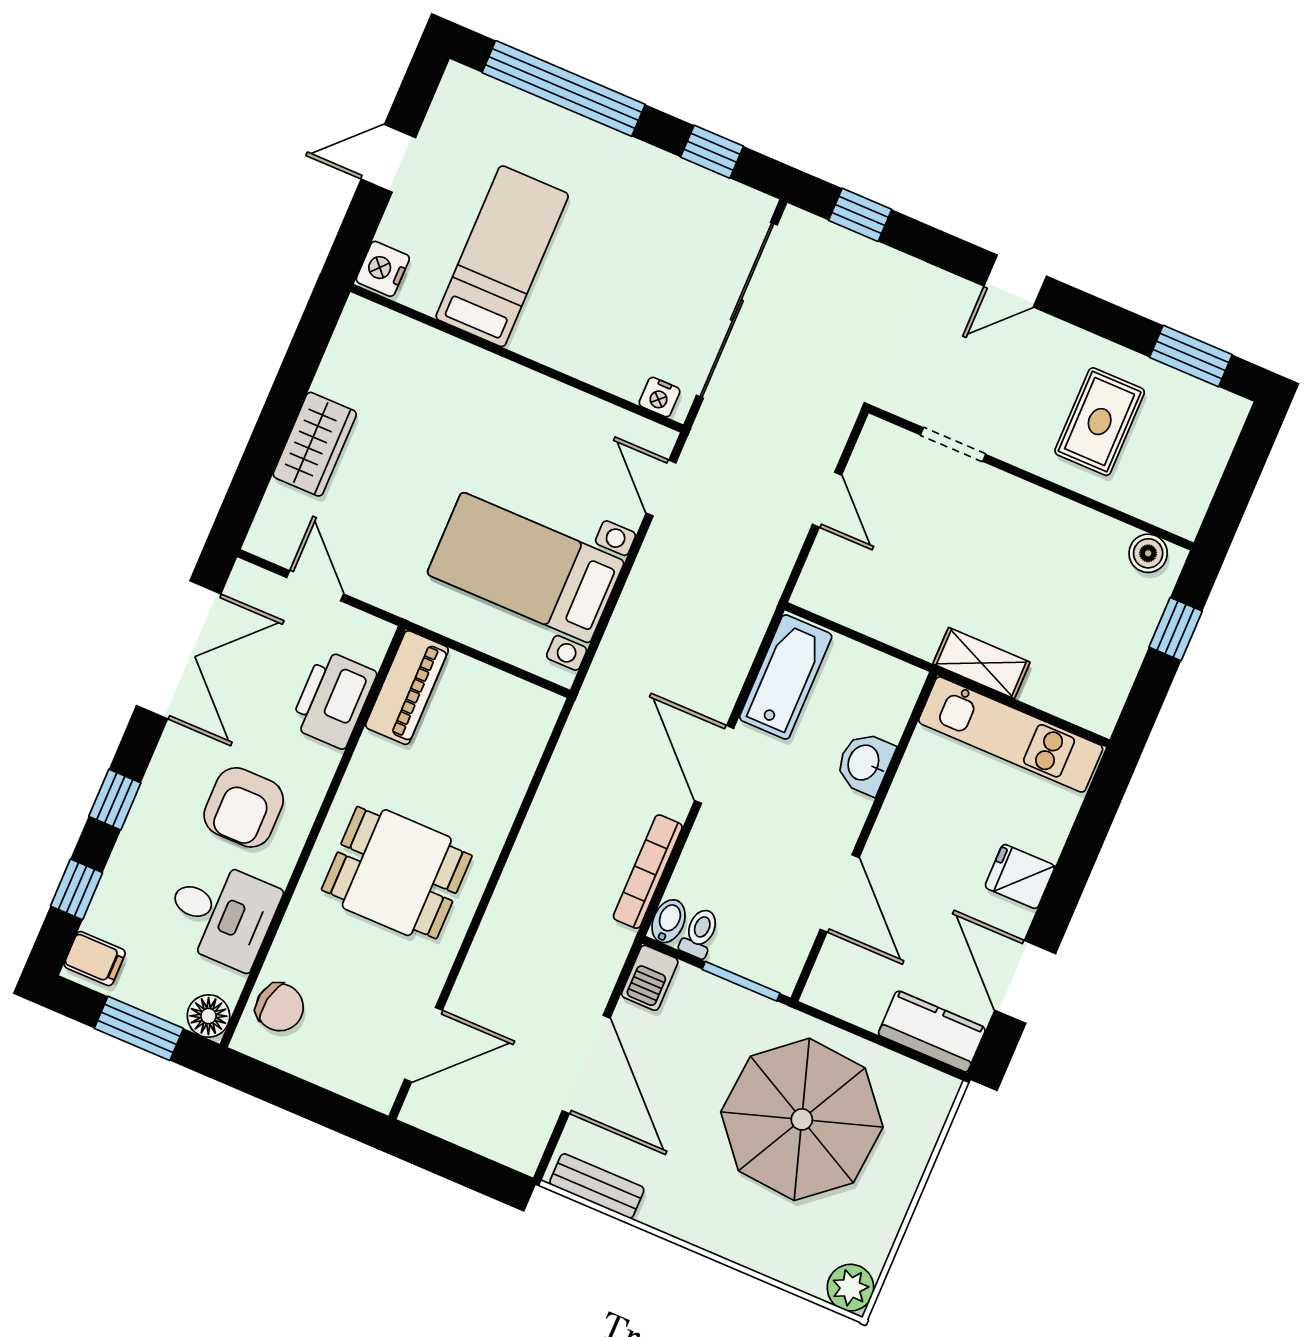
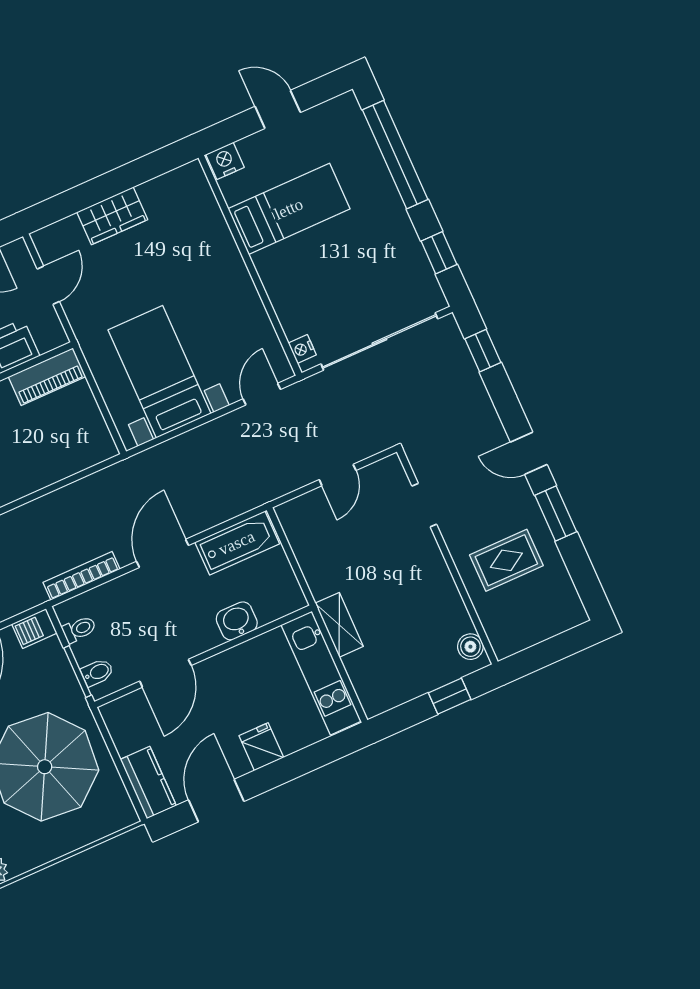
window: (1191, 356) -> (556, 514), moved
bidet: (669, 921) -> (97, 672), moved

